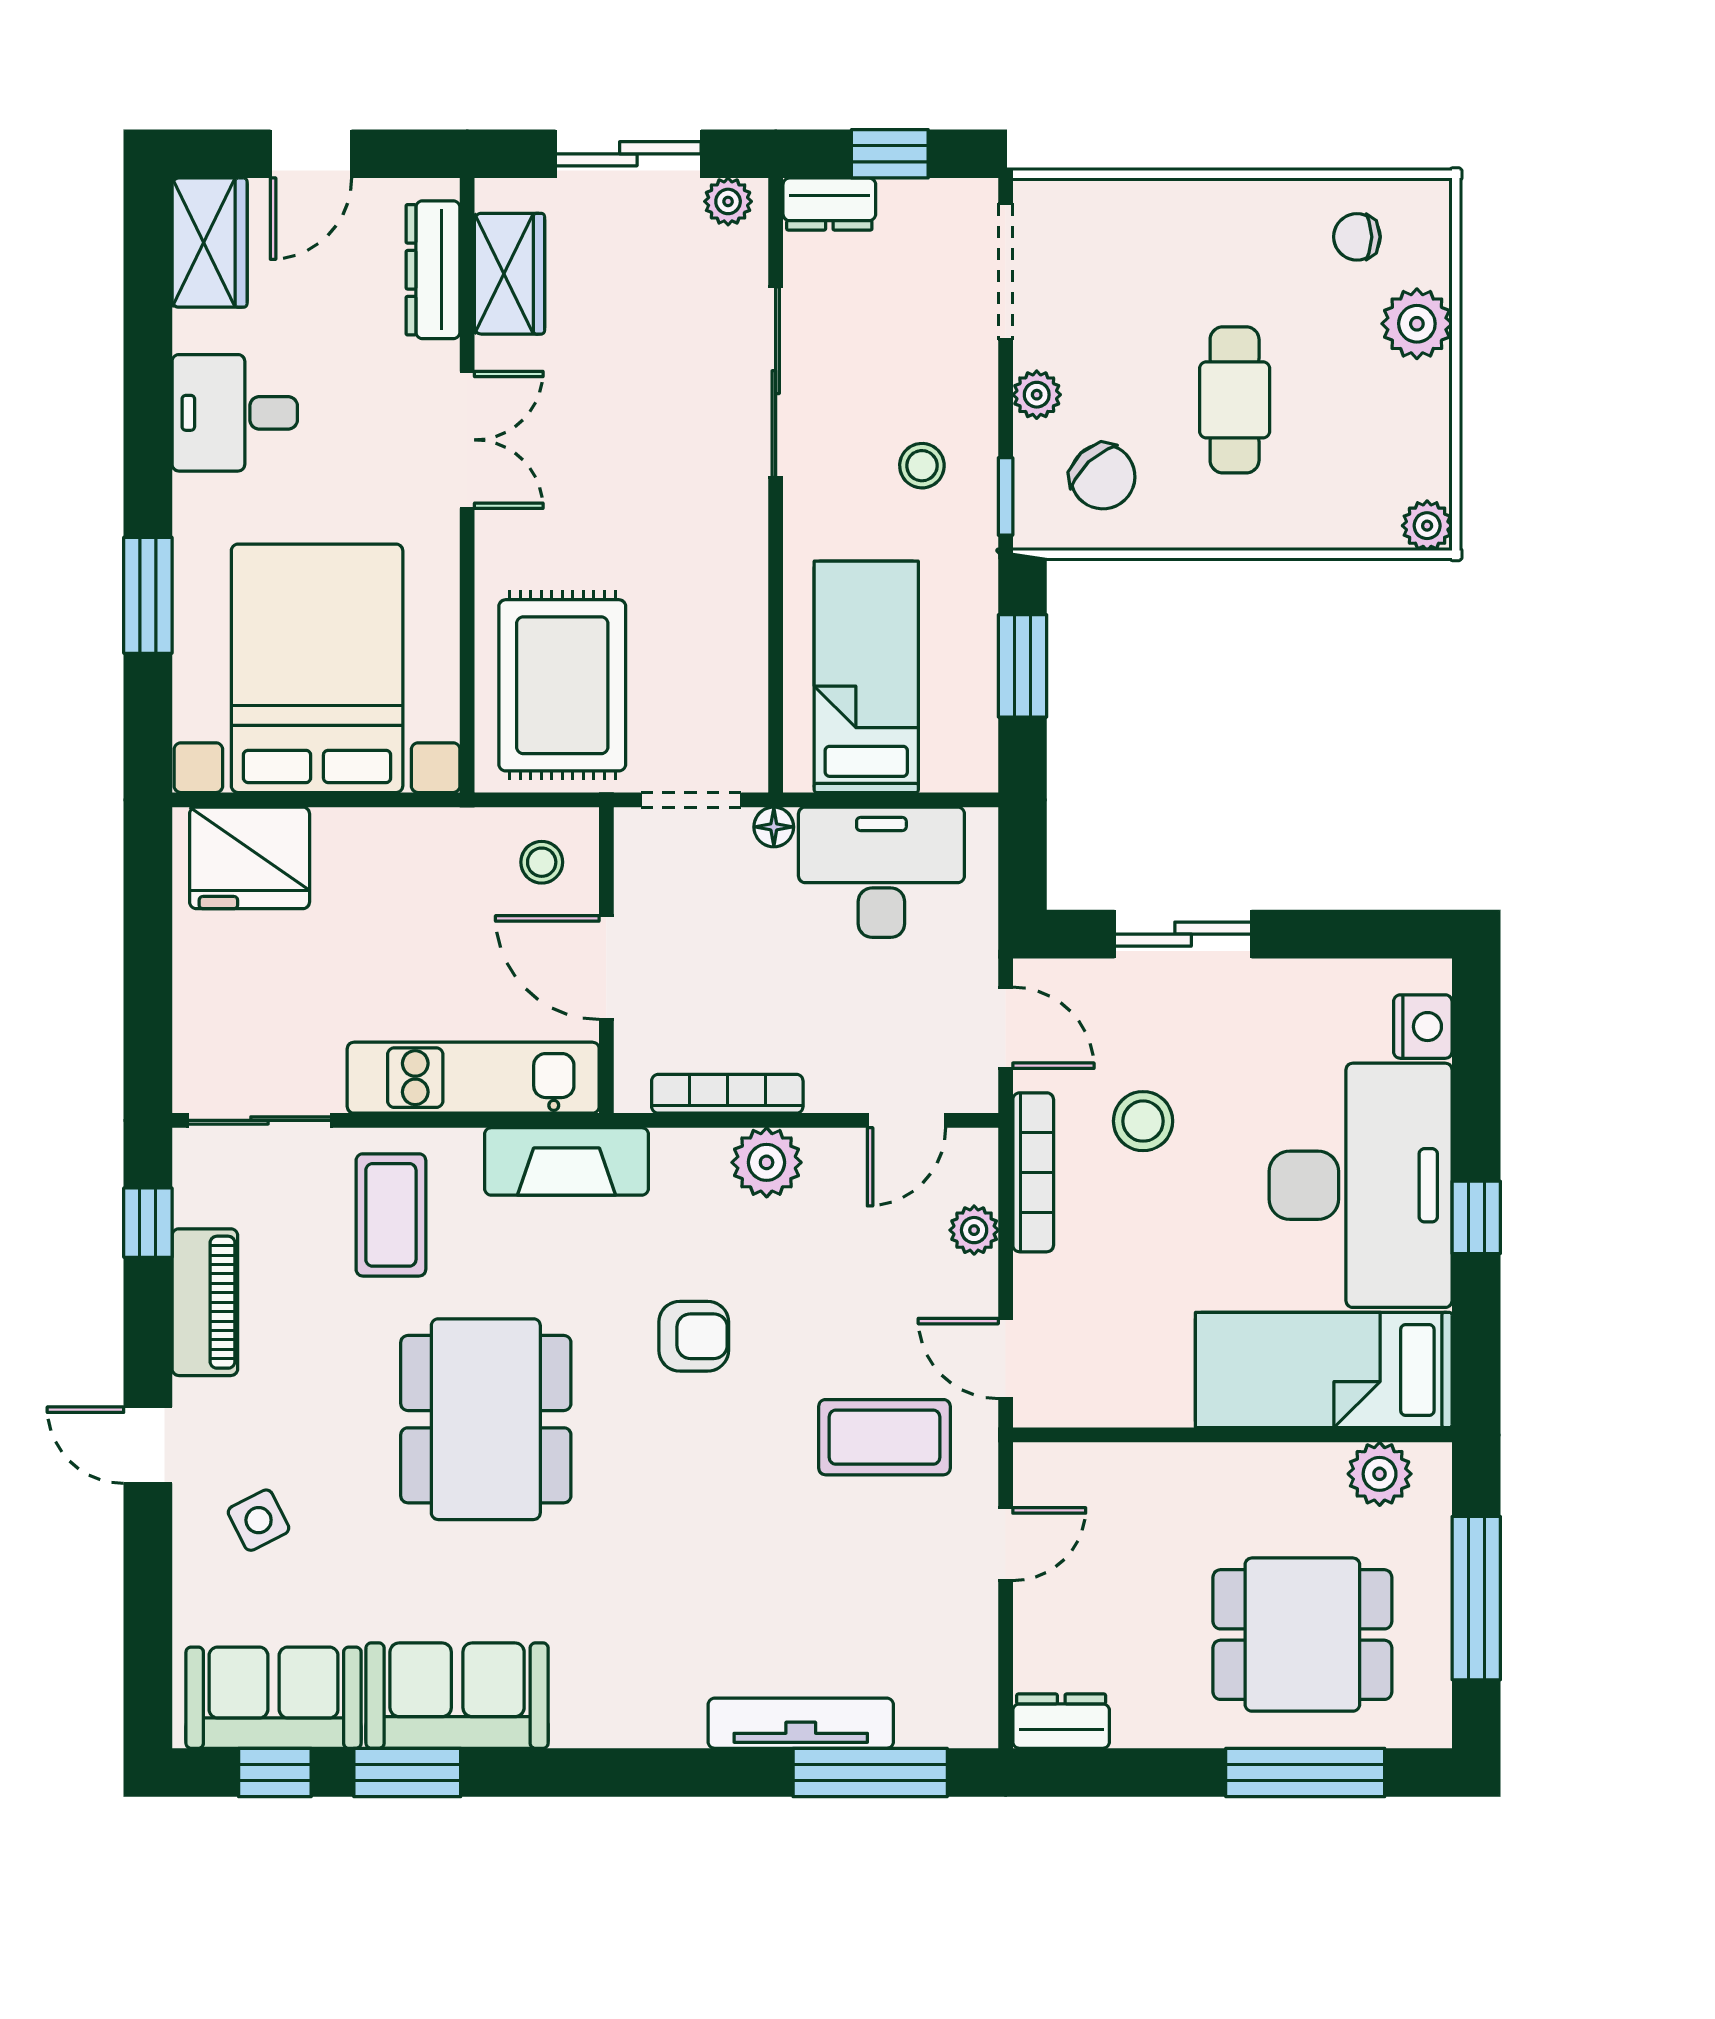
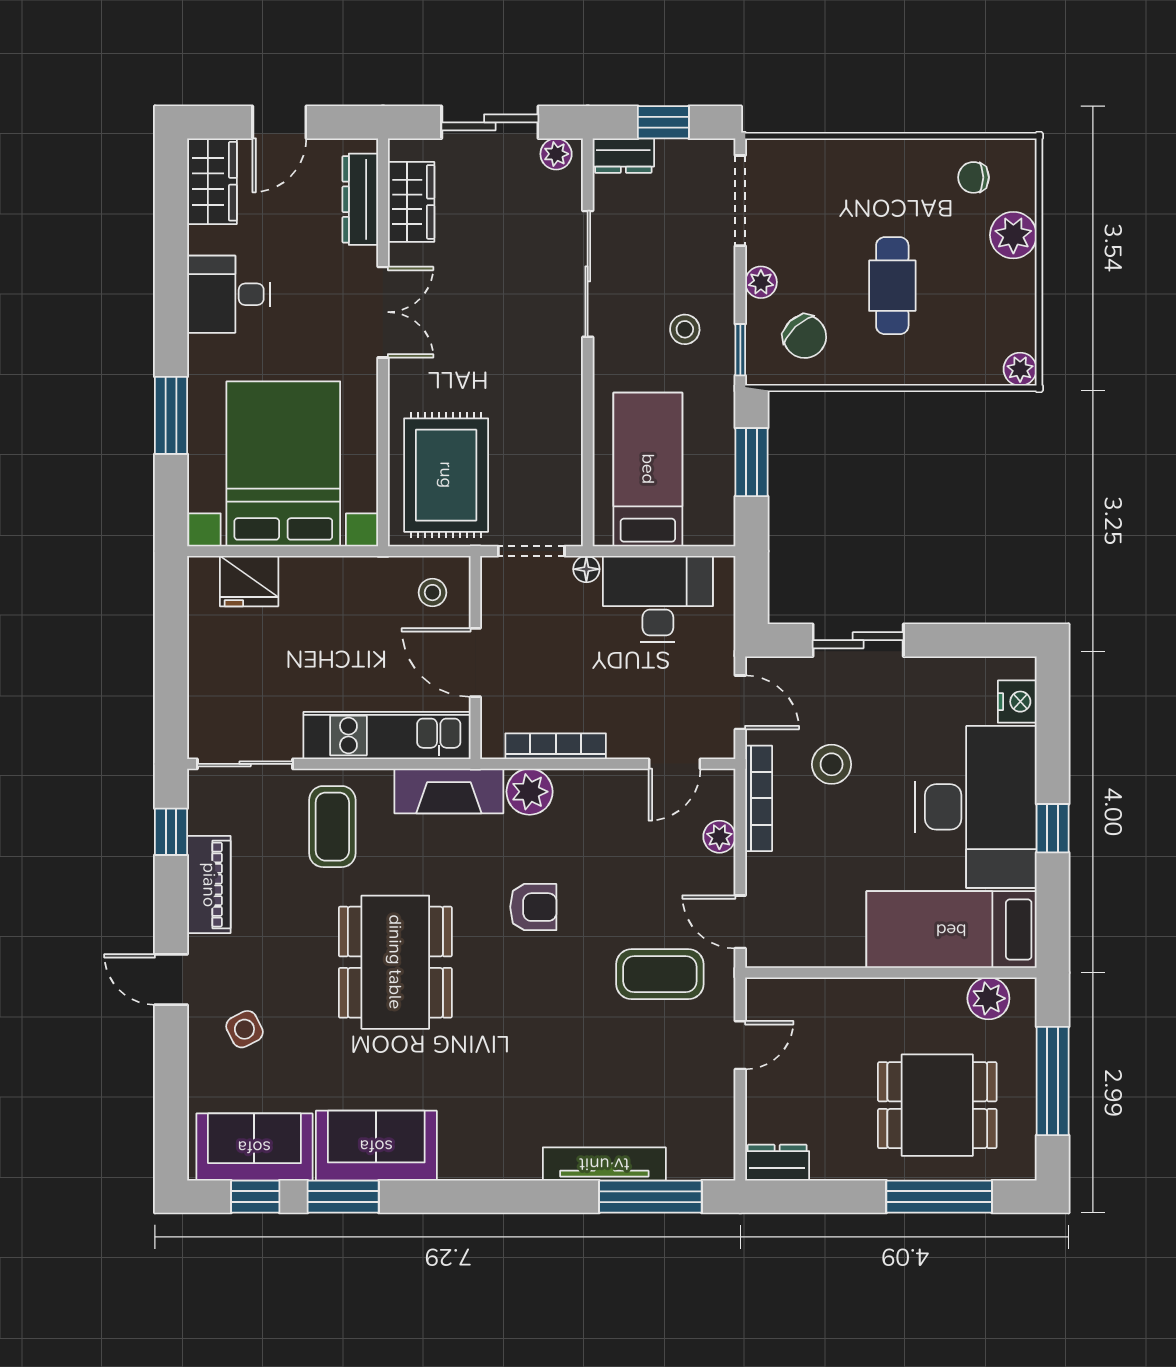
fridge: (250, 858) -> (249, 581), width x0.73, depth x0.75
plant: (767, 1162) -> (530, 792), moved

